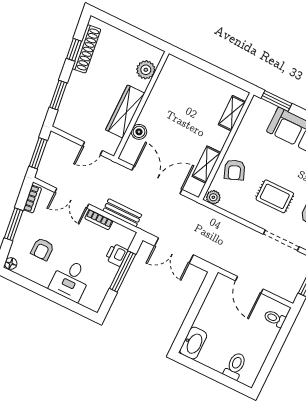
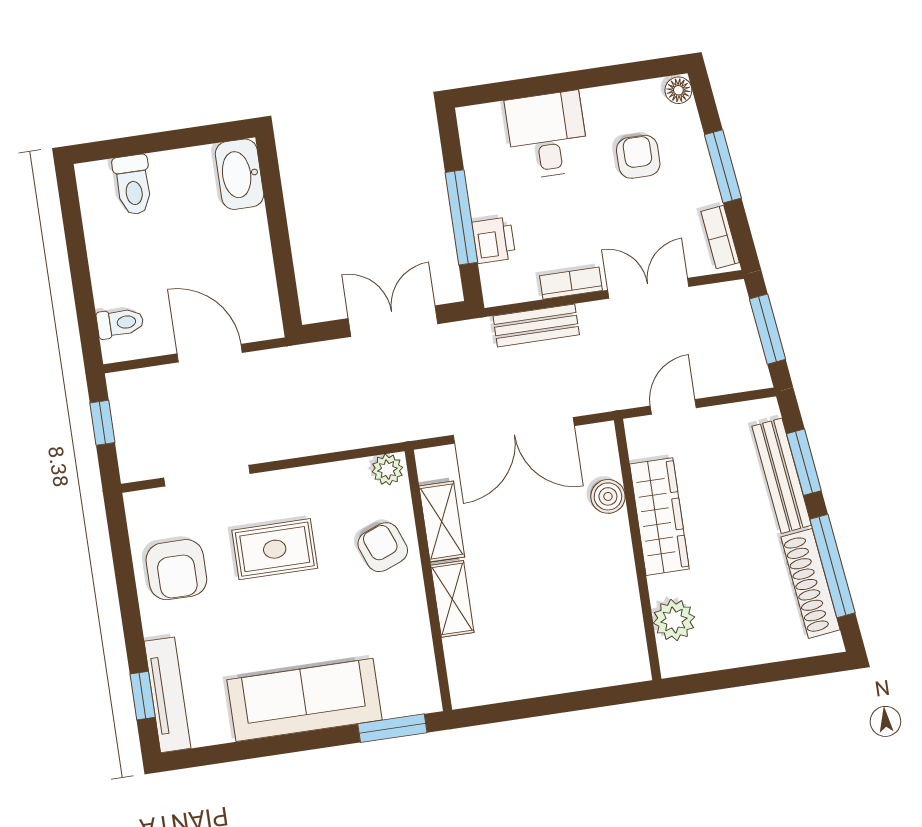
window: (74, 50) -> (832, 566), width x2.17
bench: (70, 96) -> (782, 476), added
shelving: (232, 113) -> (452, 599), moved

